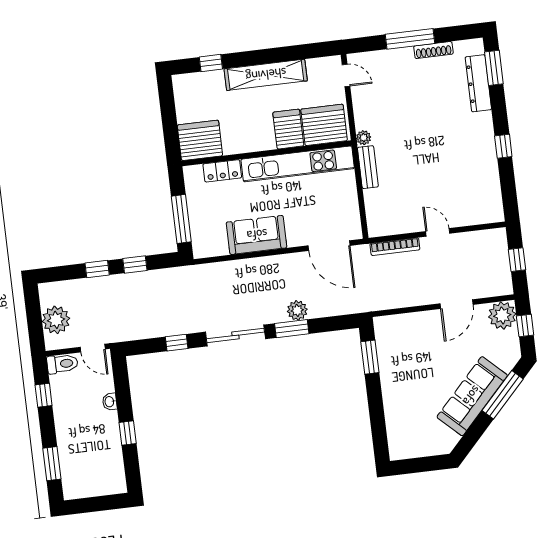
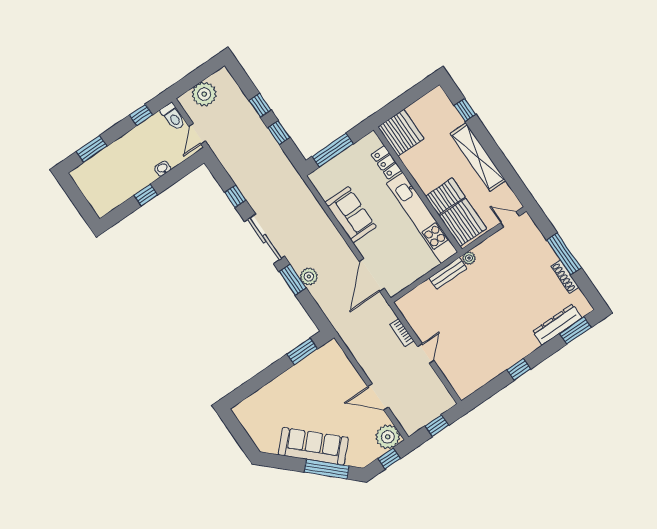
door: (346, 75) -> (510, 219), swing flipped
bookcase: (395, 247) -> (402, 333), width x0.64

